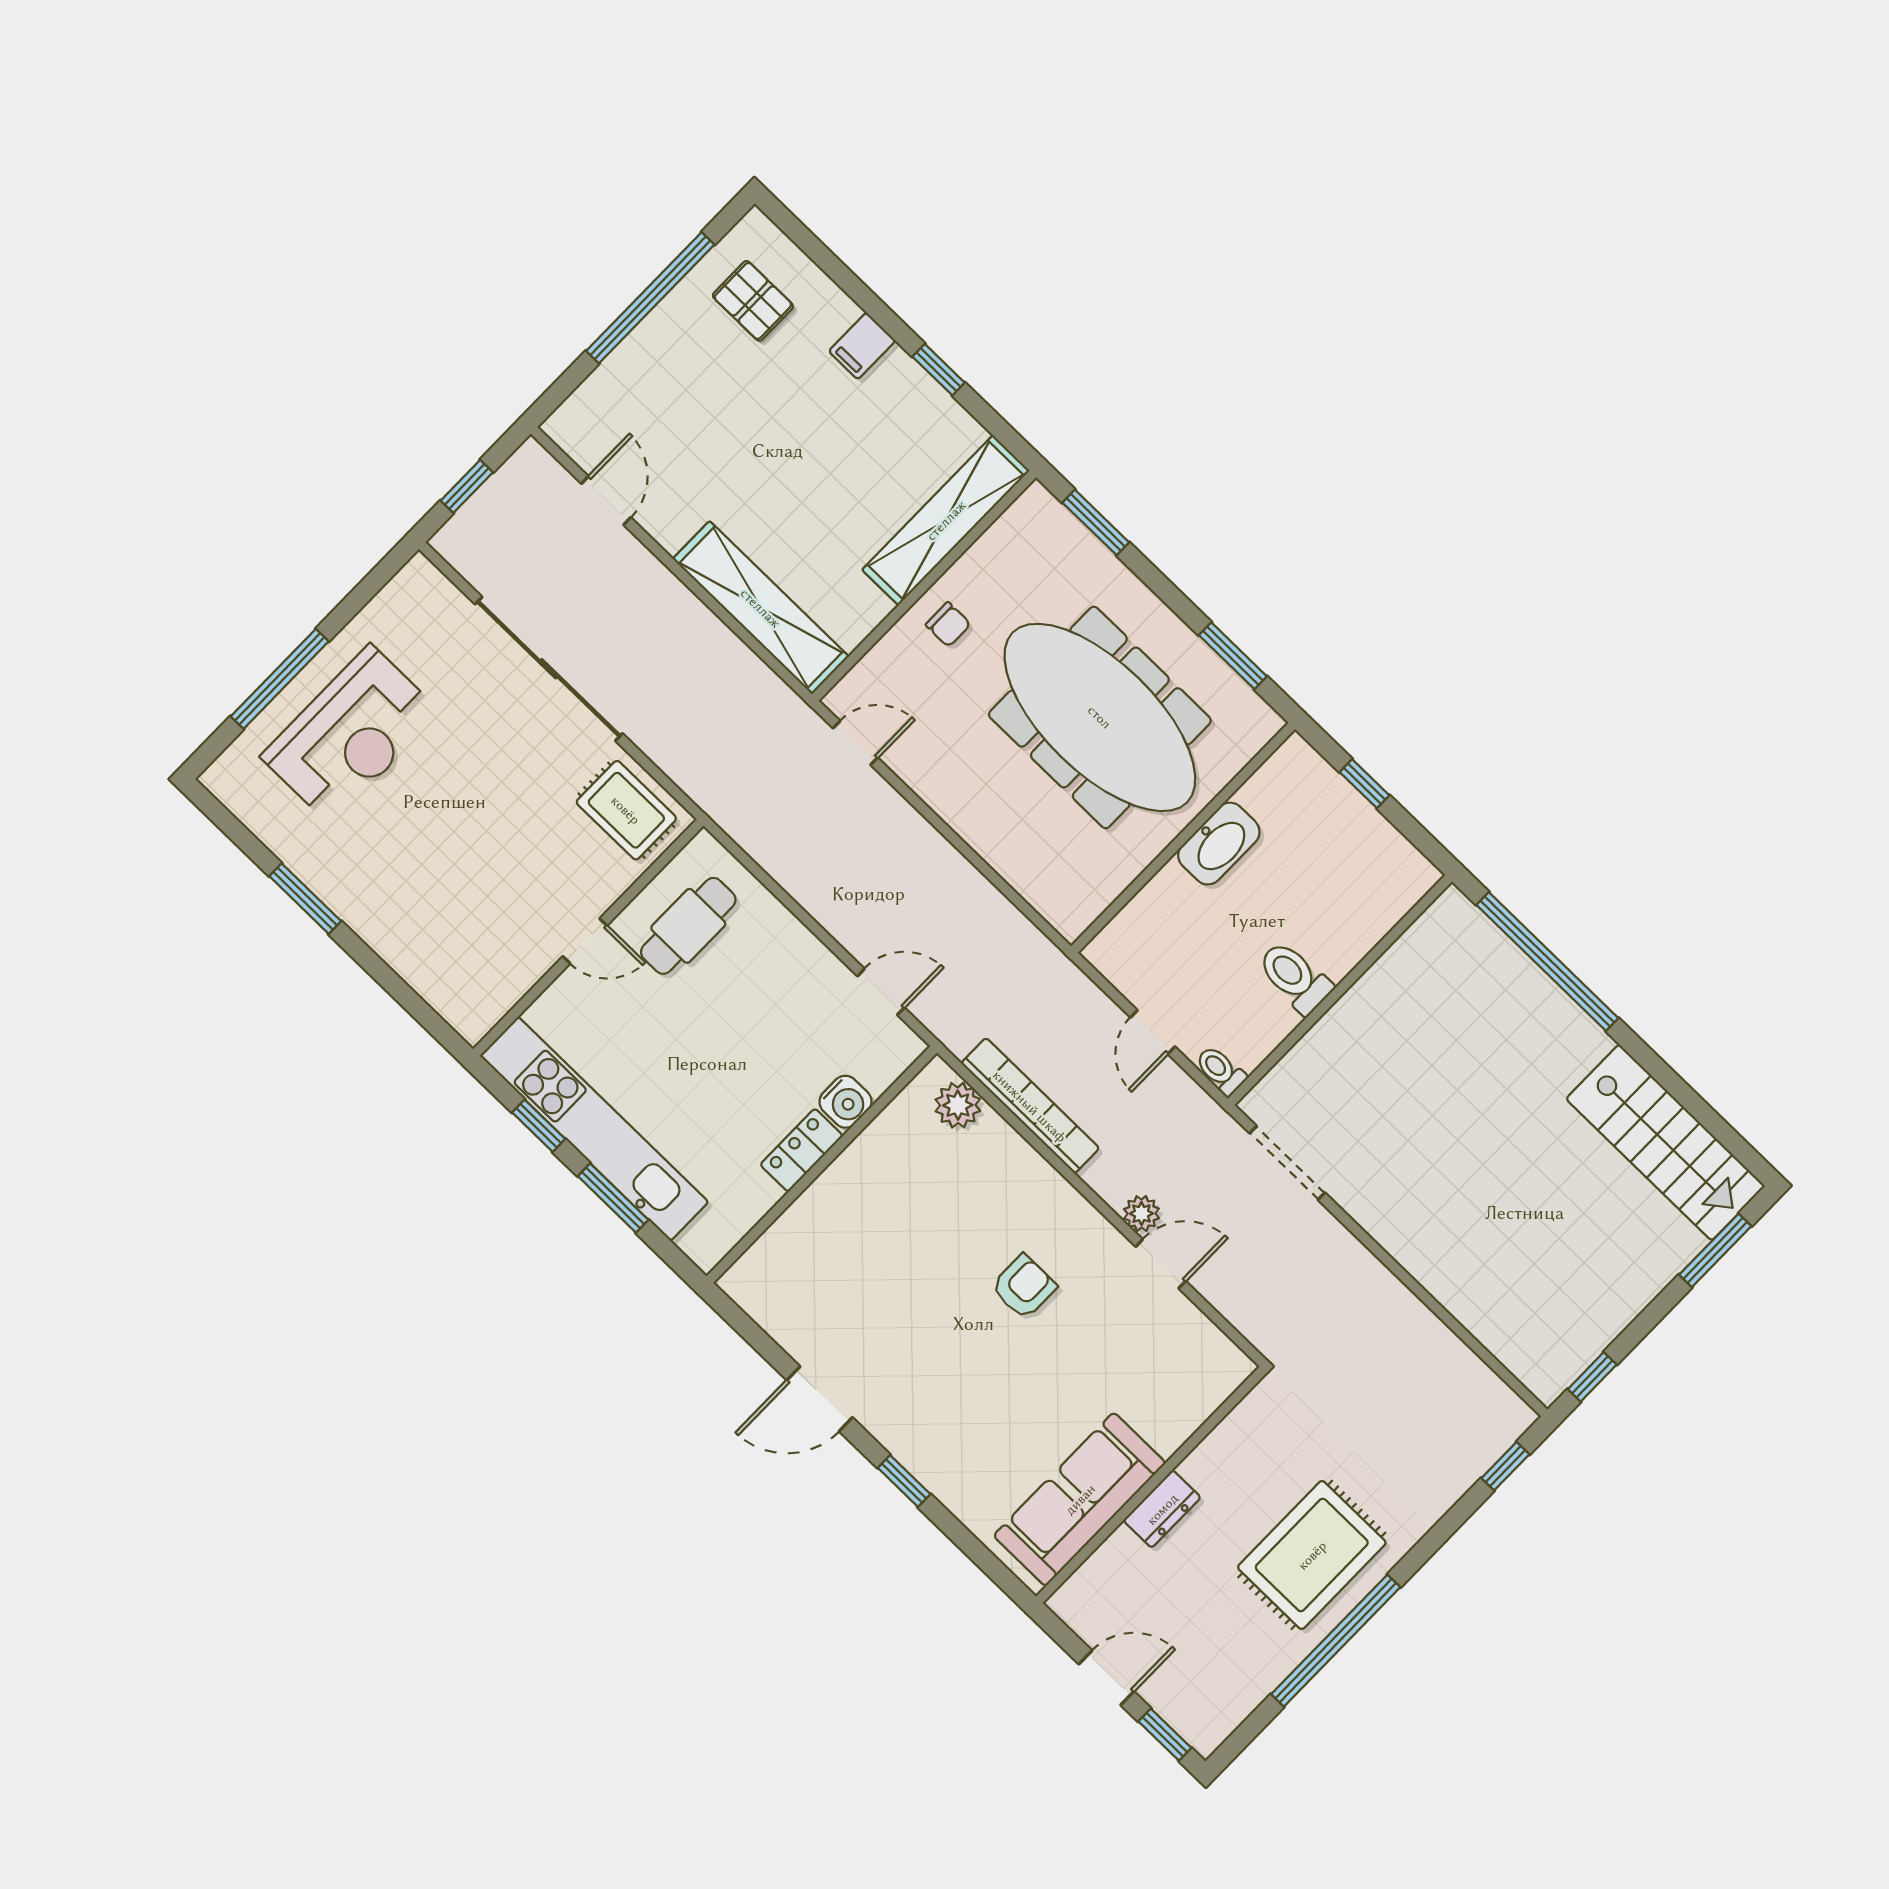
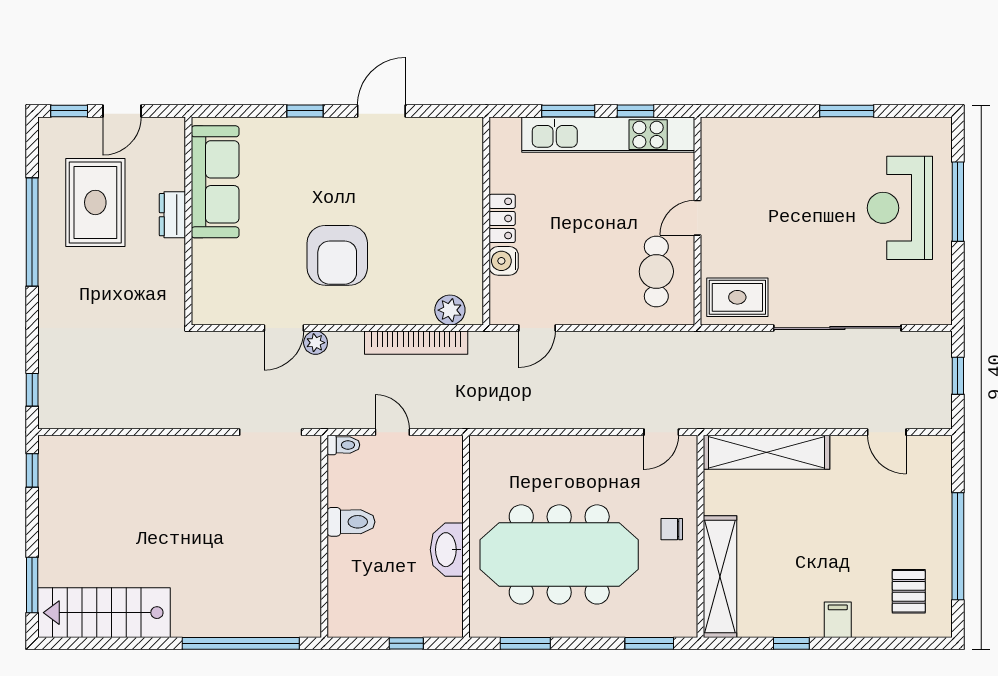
pallet: (753, 301) -> (909, 591), turned 90
armchair: (1024, 1287) -> (337, 255), width x1.88, depth x1.88
rug: (1312, 1555) -> (95, 202), moved

